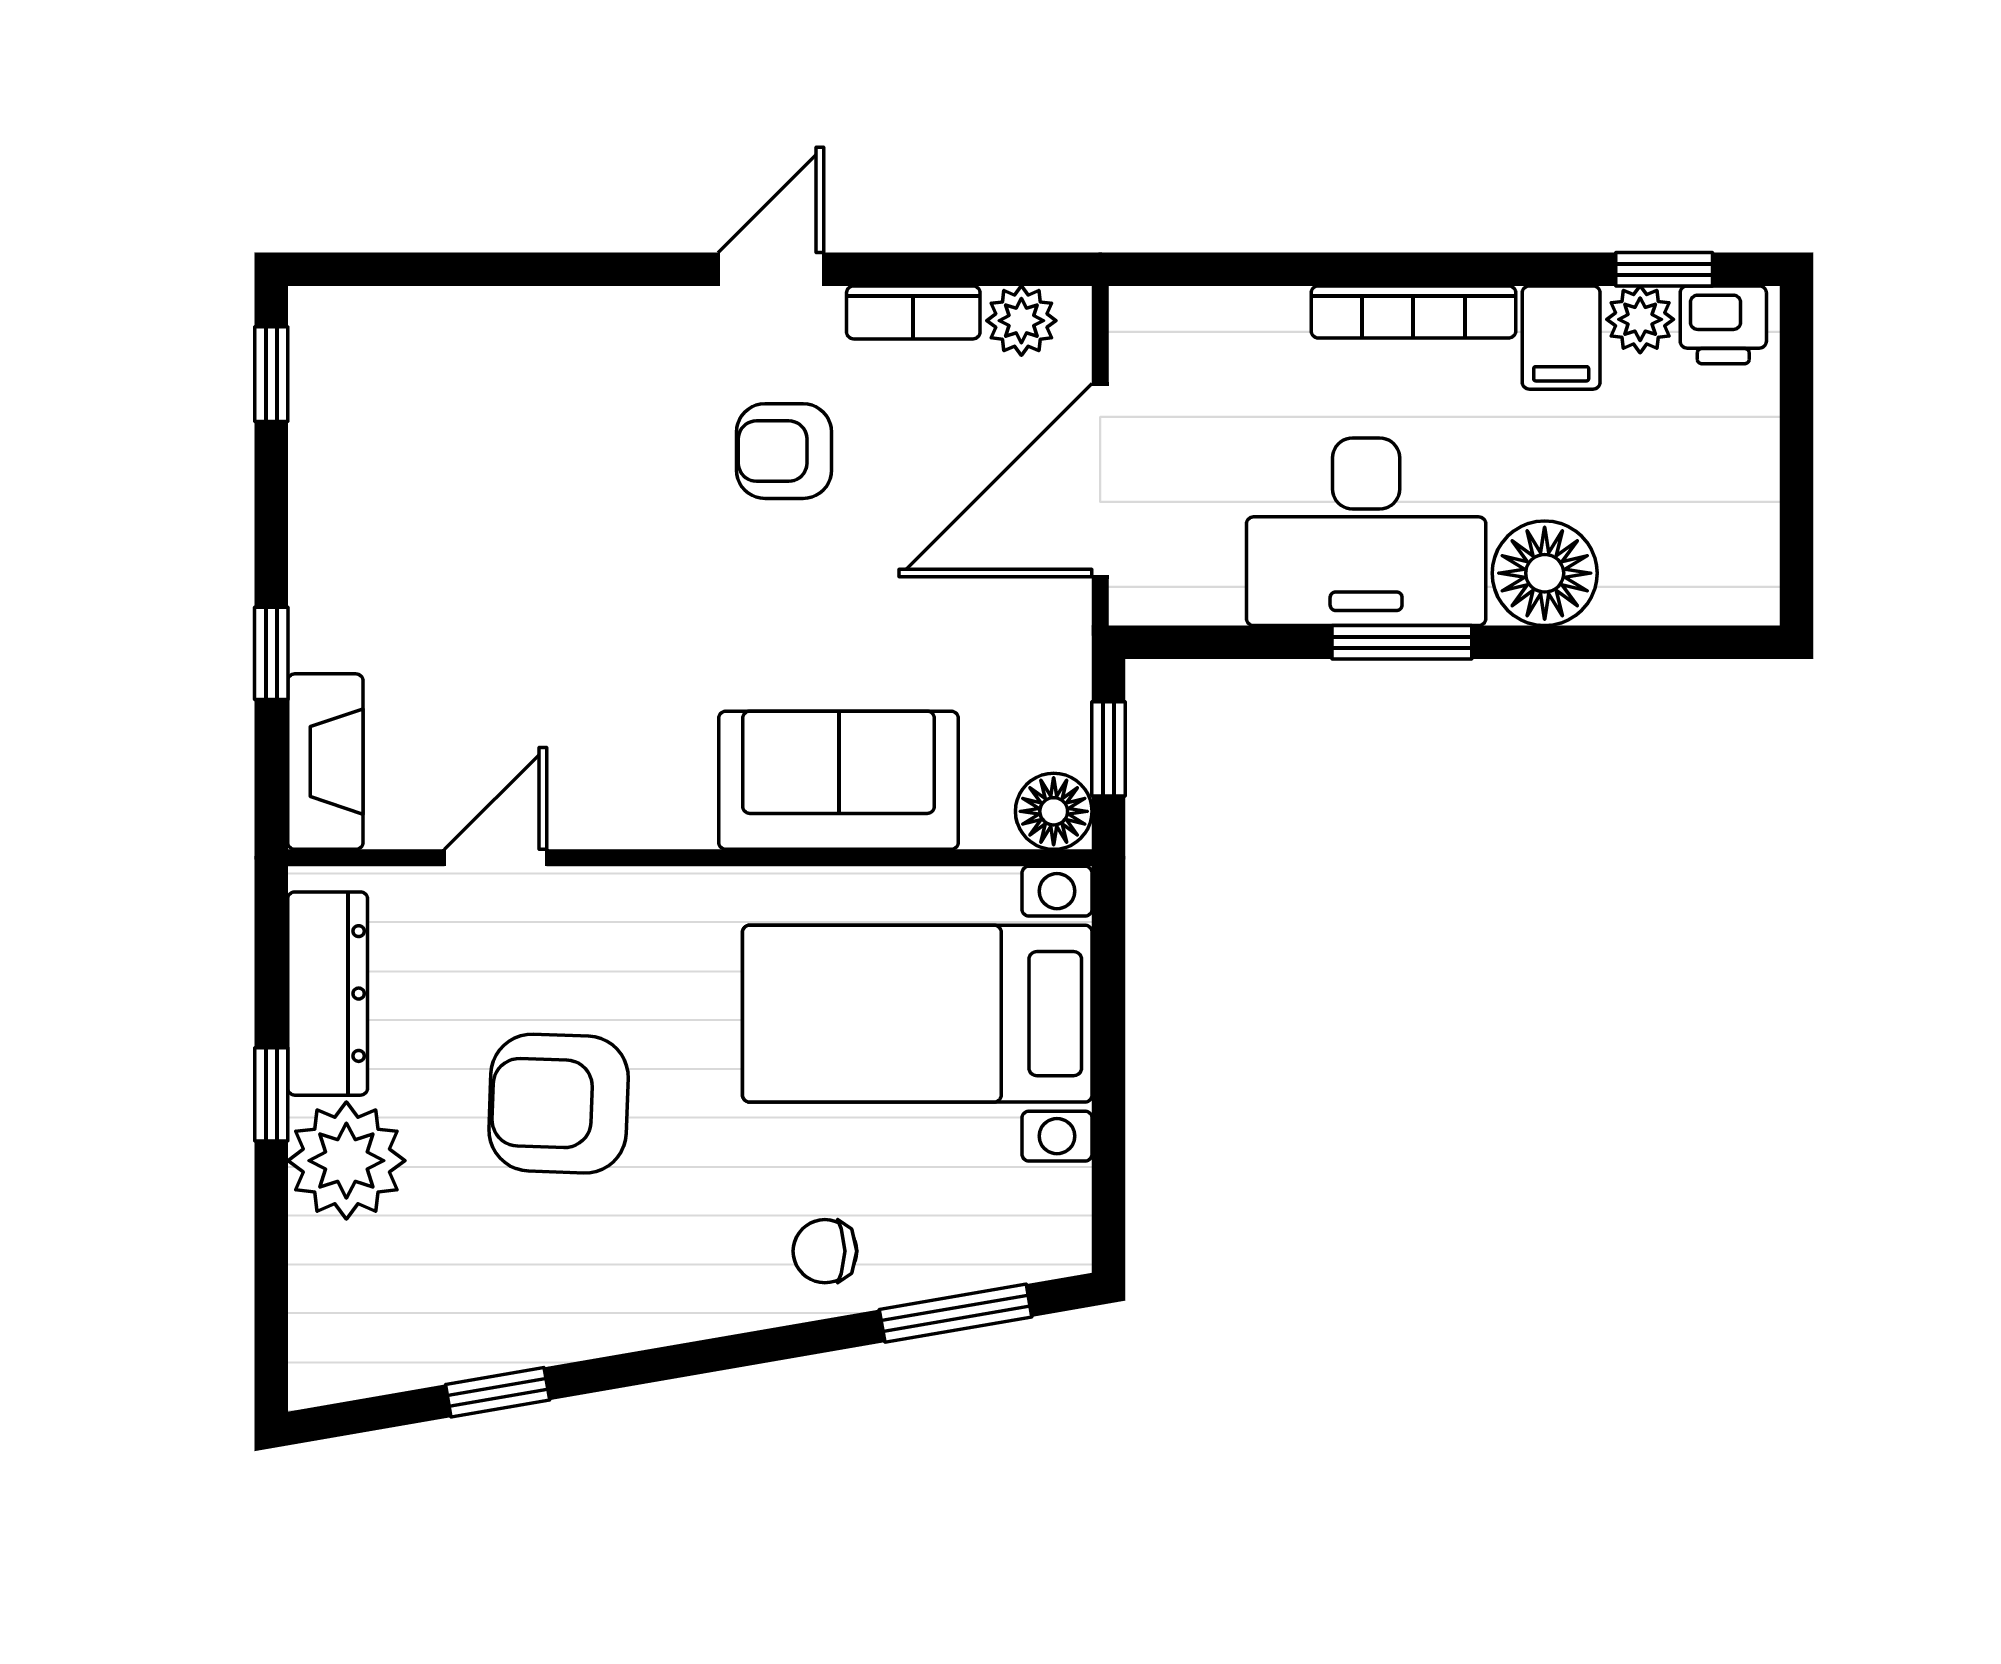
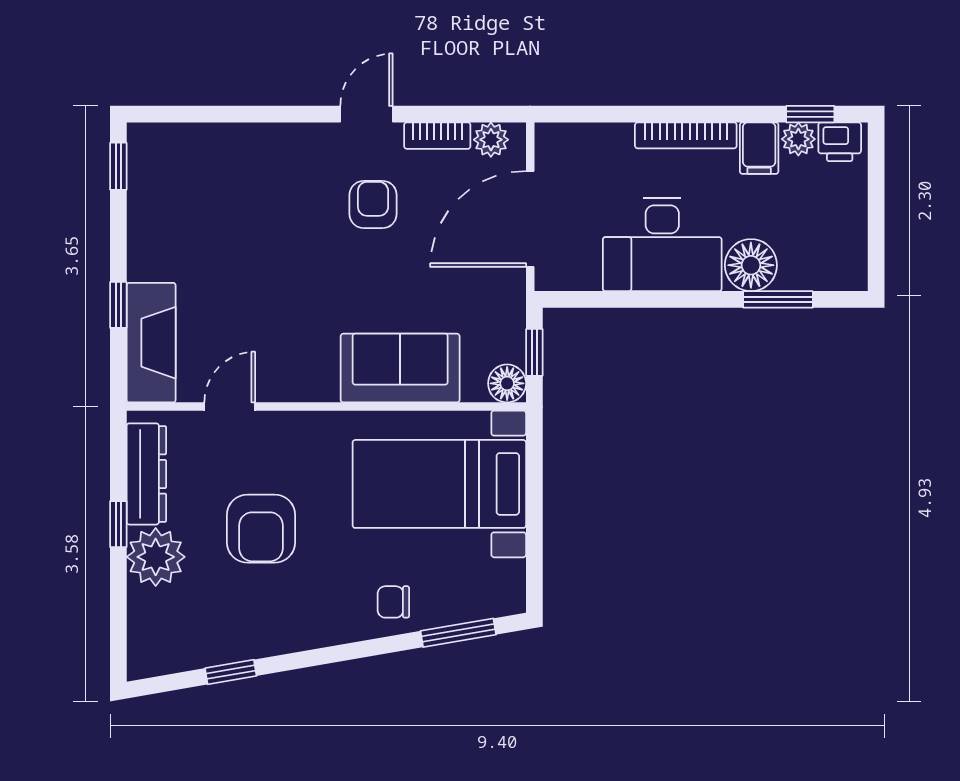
armchair: (784, 451) -> (373, 204), turned 90
window: (1402, 642) -> (778, 299), moved
fireplace: (325, 762) -> (151, 343), width x1.37, depth x1.32
armchair: (559, 1104) -> (261, 529), turned -92

